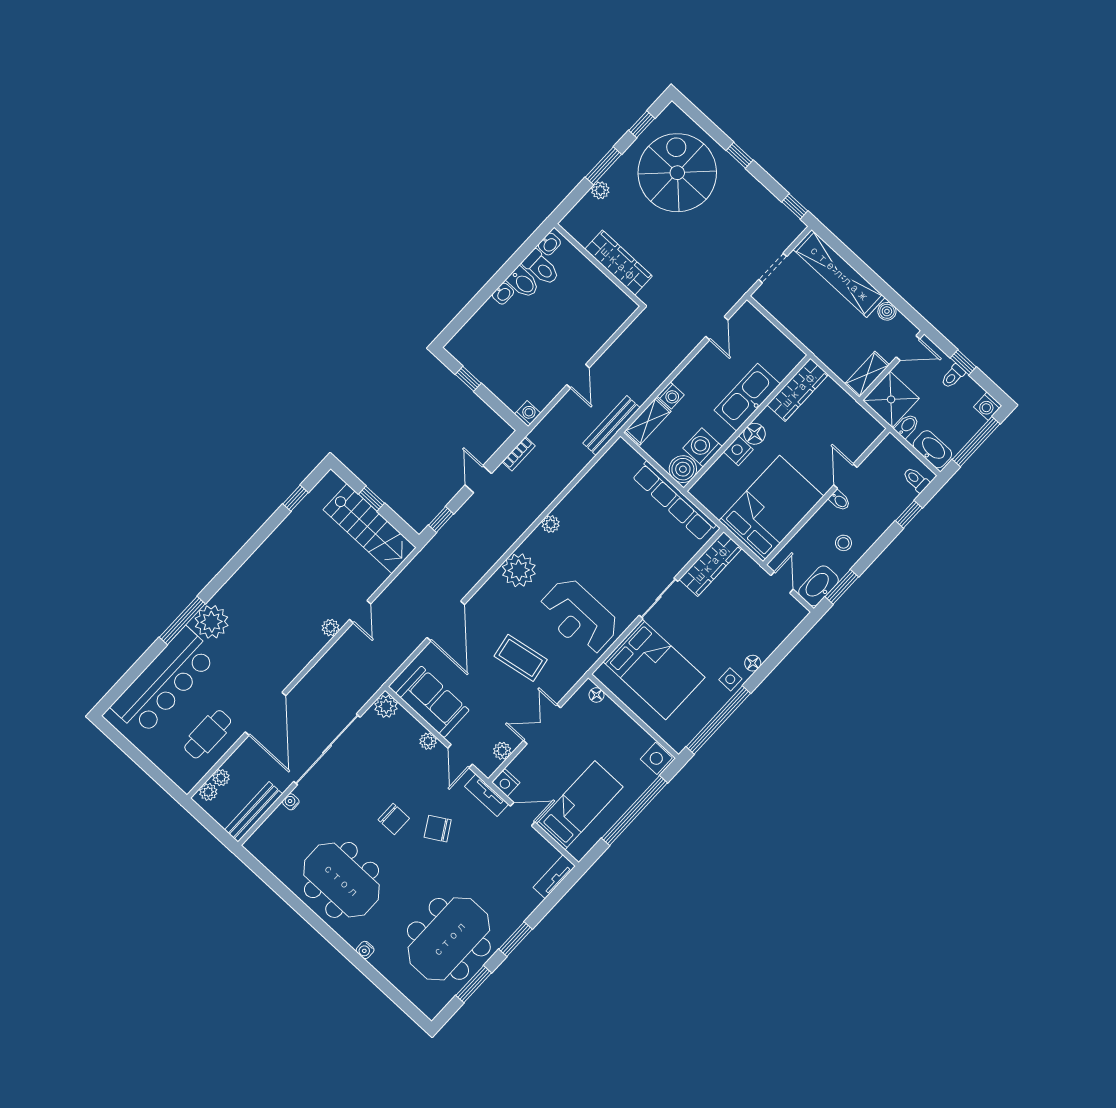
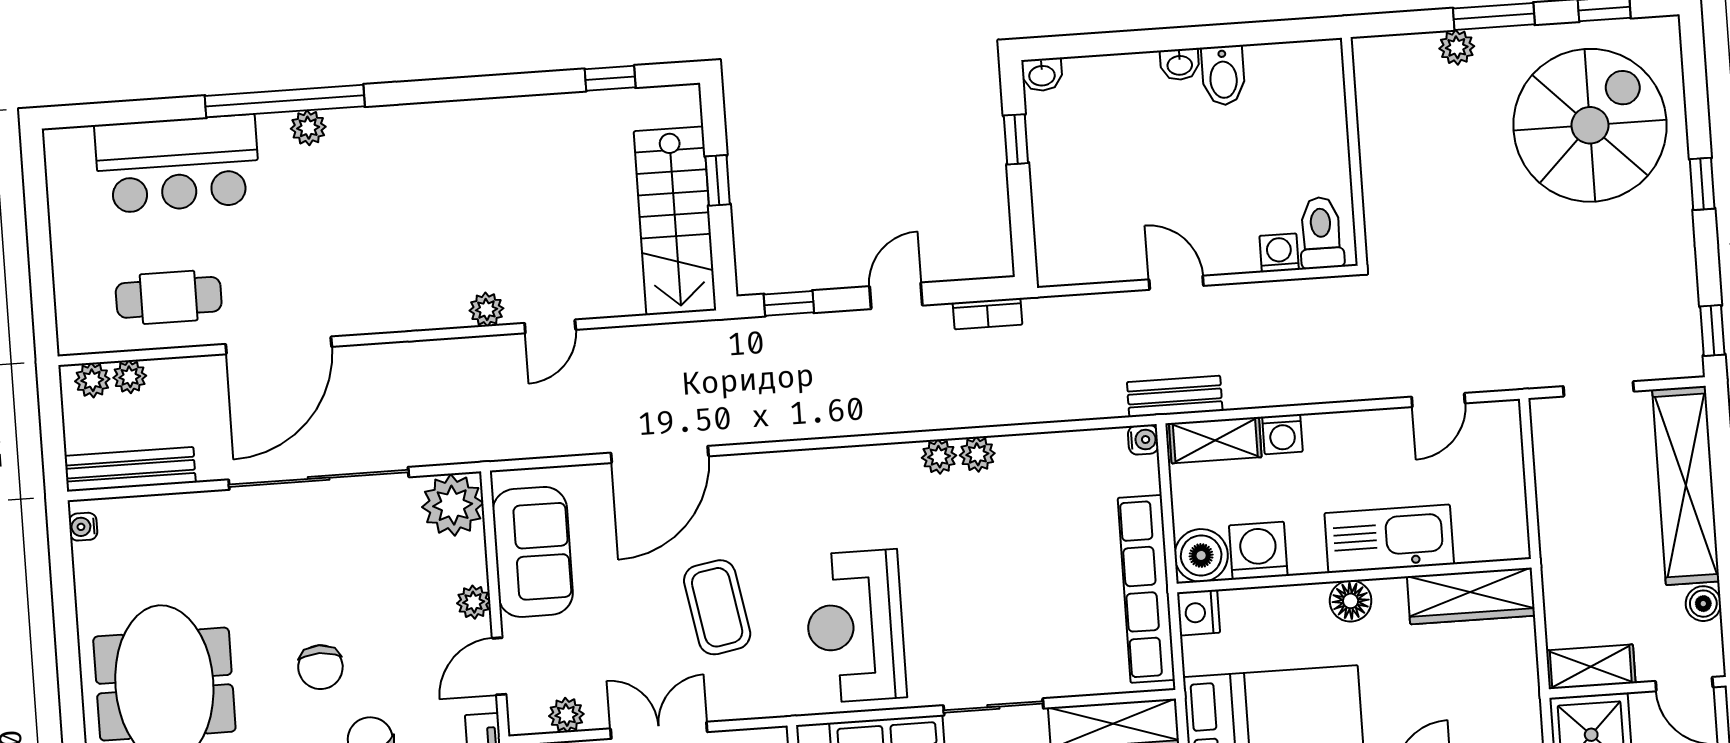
washbasin: (549, 244) -> (1042, 75), moved
wardrobe: (618, 263) -> (1386, 175), removed
toilet: (541, 268) -> (1321, 233), moved, turned 180
door: (578, 376) -> (1176, 283), swing flipped
washing machine: (528, 414) -> (1279, 253), moved, turned -90
bench: (611, 425) -> (1175, 396), width x0.73
water cooler: (621, 446) -> (1143, 440), added
nightstand: (738, 451) -> (1199, 613), moved, turned -90
plant: (519, 570) -> (977, 454), moved, width x0.53, depth x0.53
window: (182, 621) -> (285, 101), width x1.46
plant: (212, 622) -> (308, 128), width x0.53, depth x0.53
bar counter: (164, 682) -> (177, 164), width x0.73
plant: (386, 706) -> (453, 505), width x1.36, depth x1.36
water cooler: (291, 802) -> (83, 527), moved, turned -90

